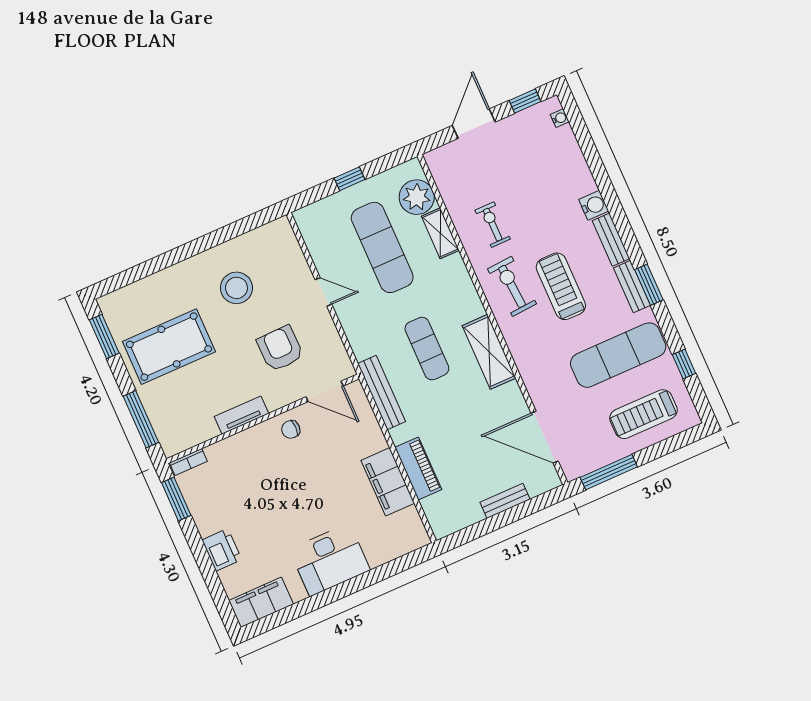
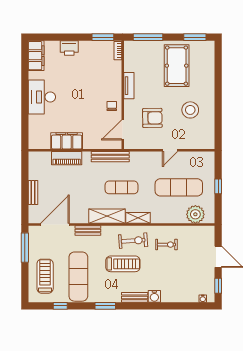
shelving: (440, 233) -> (138, 218), moved
bench: (632, 287) -> (88, 231), moved

